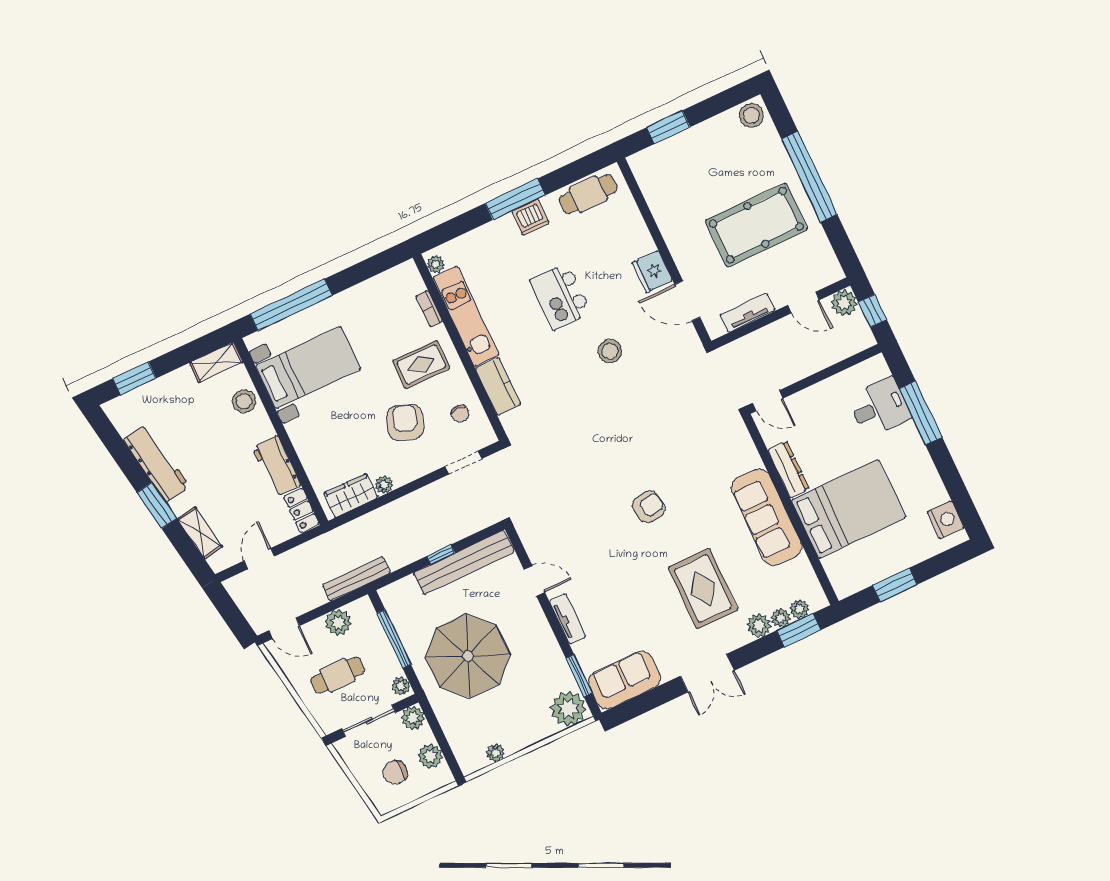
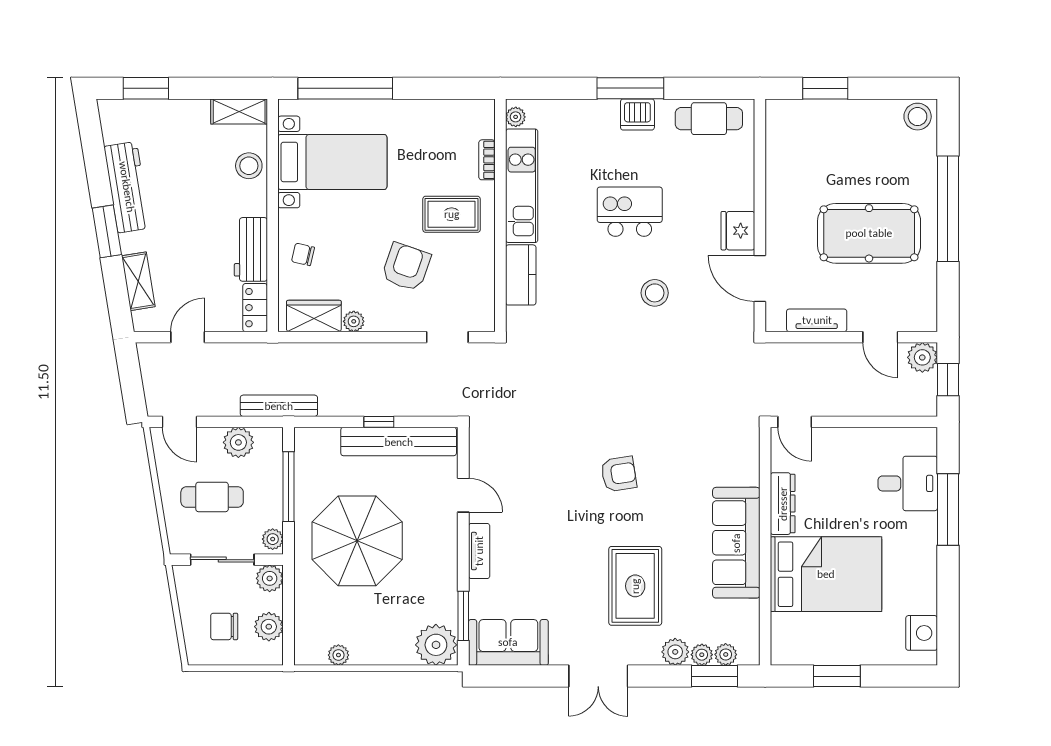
kitchen island: (560, 297) -> (630, 212), turned 90
chair: (460, 414) -> (303, 254), moved, turned 103

